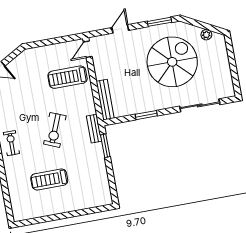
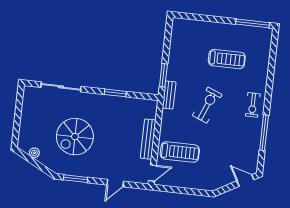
spiral stairs: (172, 62) -> (75, 137), width x0.73, depth x0.73
bench: (105, 100) -> (148, 139), moved
window: (35, 221) -> (253, 23), added

